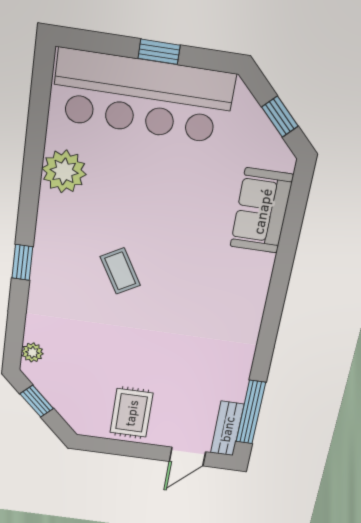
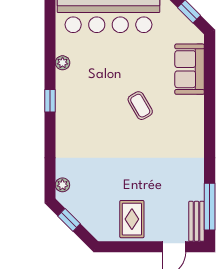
plant: (64, 171) -> (63, 63), width x0.53, depth x0.53
window: (22, 262) -> (50, 101), moved
coffee table: (120, 271) -> (140, 106), moved

